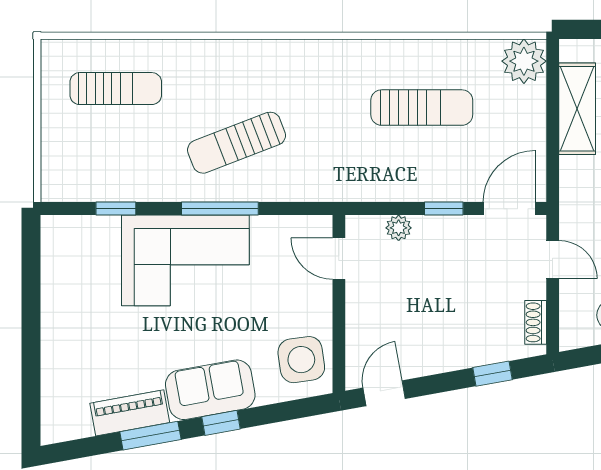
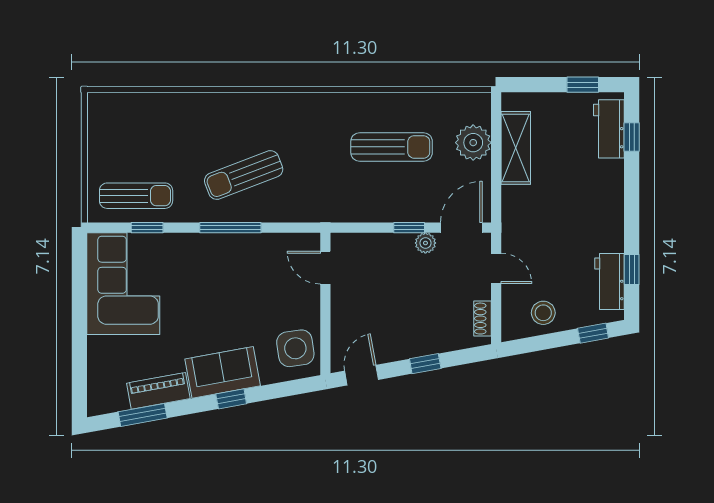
plant: (524, 61) -> (473, 143), moved
sun lounger: (116, 89) -> (136, 196), moved
plant: (399, 228) -> (425, 243), moved
corner sofa: (185, 260) -> (123, 284), moved, turned -90
window: (492, 374) -> (425, 364), moved
window: (150, 436) -> (143, 415), moved

